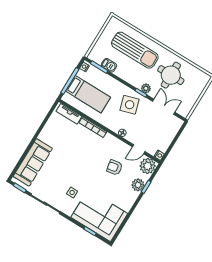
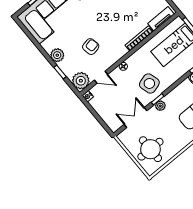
round table: (171, 75) -> (150, 149), moved
double door: (164, 107) -> (136, 117), swing flipped
door: (139, 149) -> (101, 77), swing flipped
plant: (138, 185) -> (57, 55), moved

